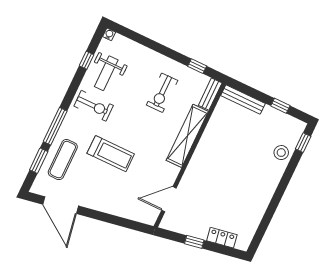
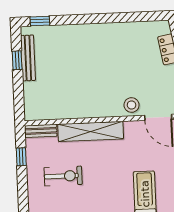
bench: (243, 100) -> (28, 58), moved
stool: (281, 153) -> (132, 105), moved

